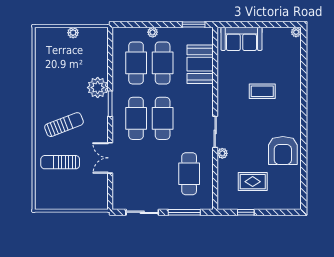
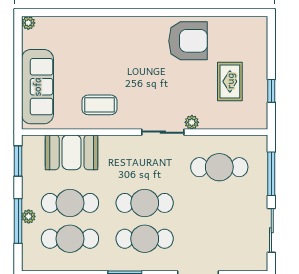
window: (149, 24) -> (18, 221), added
sofa: (241, 39) -> (37, 87), width x1.36
coffee table: (262, 91) -> (99, 105), moved, turned 90

